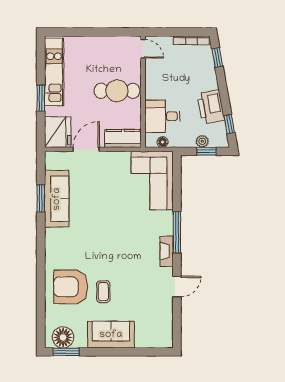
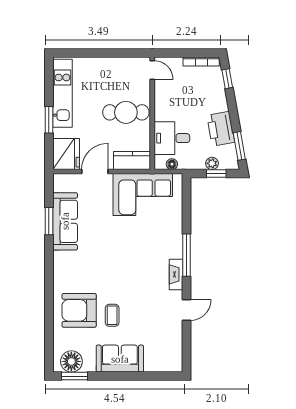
window: (229, 124) -> (239, 146), width x1.50
corner sofa: (152, 181) -> (143, 195), moved, turned -90

